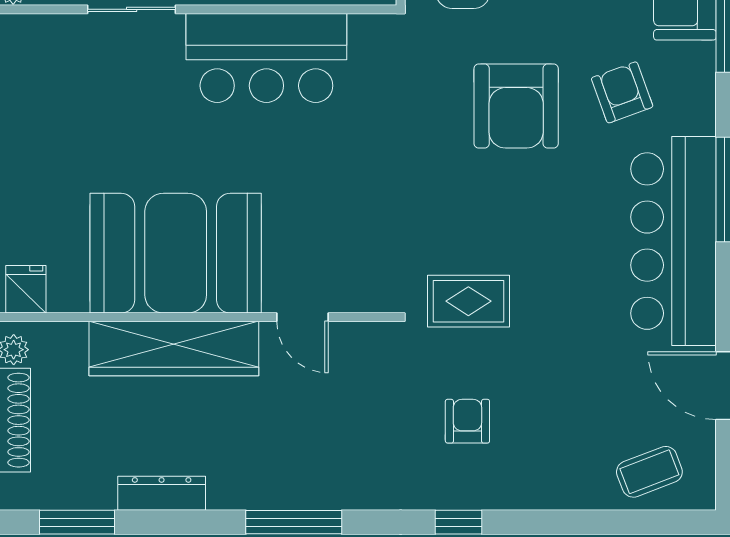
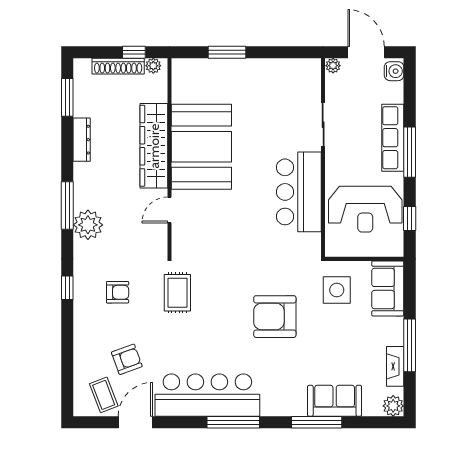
armchair: (622, 92) -> (127, 359), moved
fridge: (26, 289) -> (183, 72), removed
coffee table: (649, 472) -> (104, 395), moved
plant: (332, 481) -> (88, 225), added

